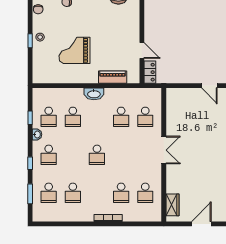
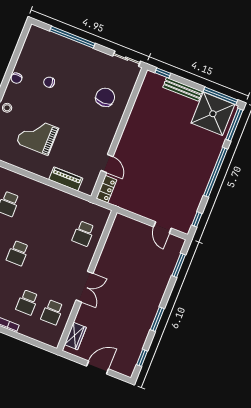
washbasin: (94, 94) -> (40, 189), removed
school desk: (121, 117) -> (58, 224), removed
double door: (164, 150) -> (85, 287), moved

